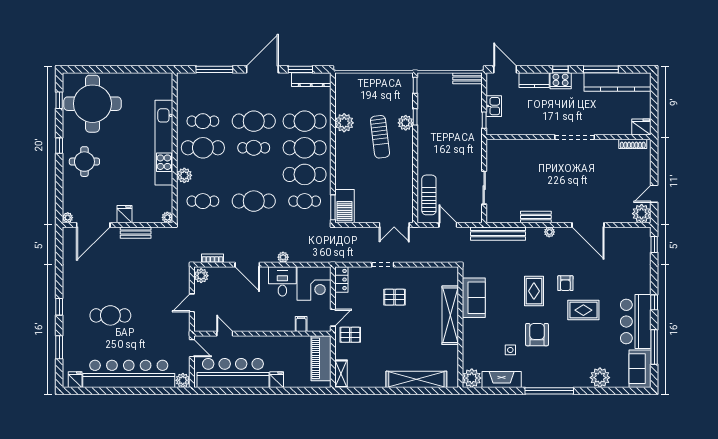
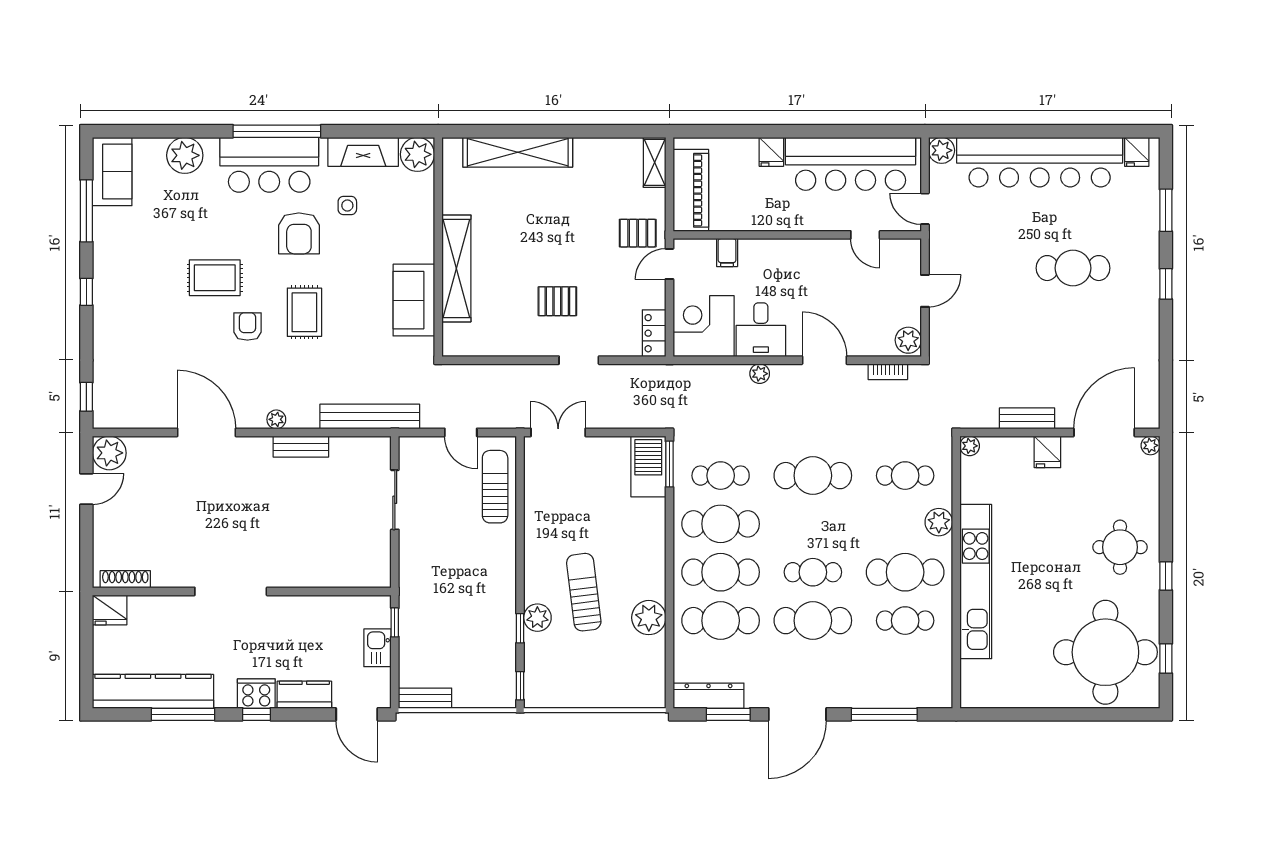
sun lounger: (429, 195) -> (495, 487), turned 180
bar counter: (636, 322) -> (269, 165), moved, turned 90

